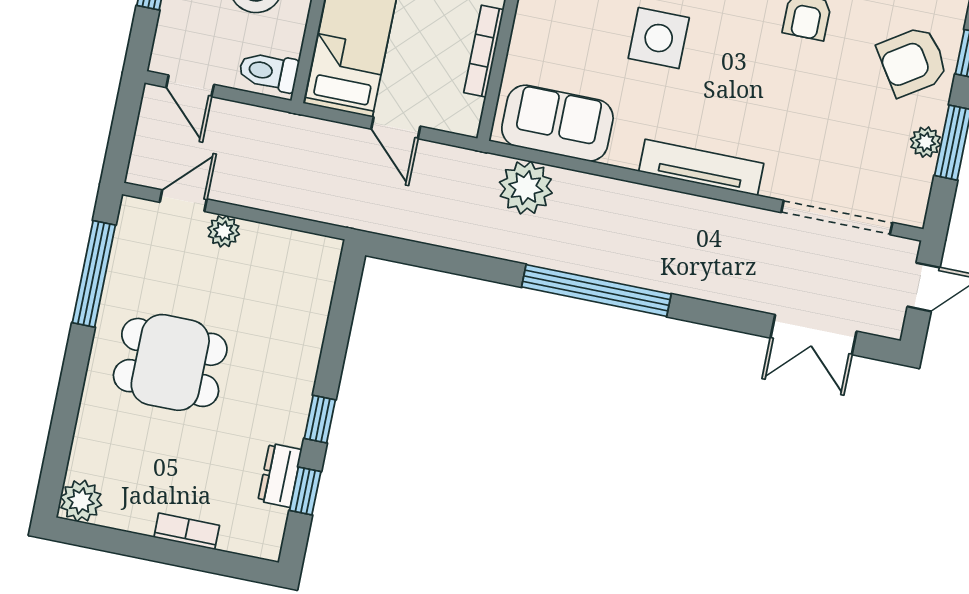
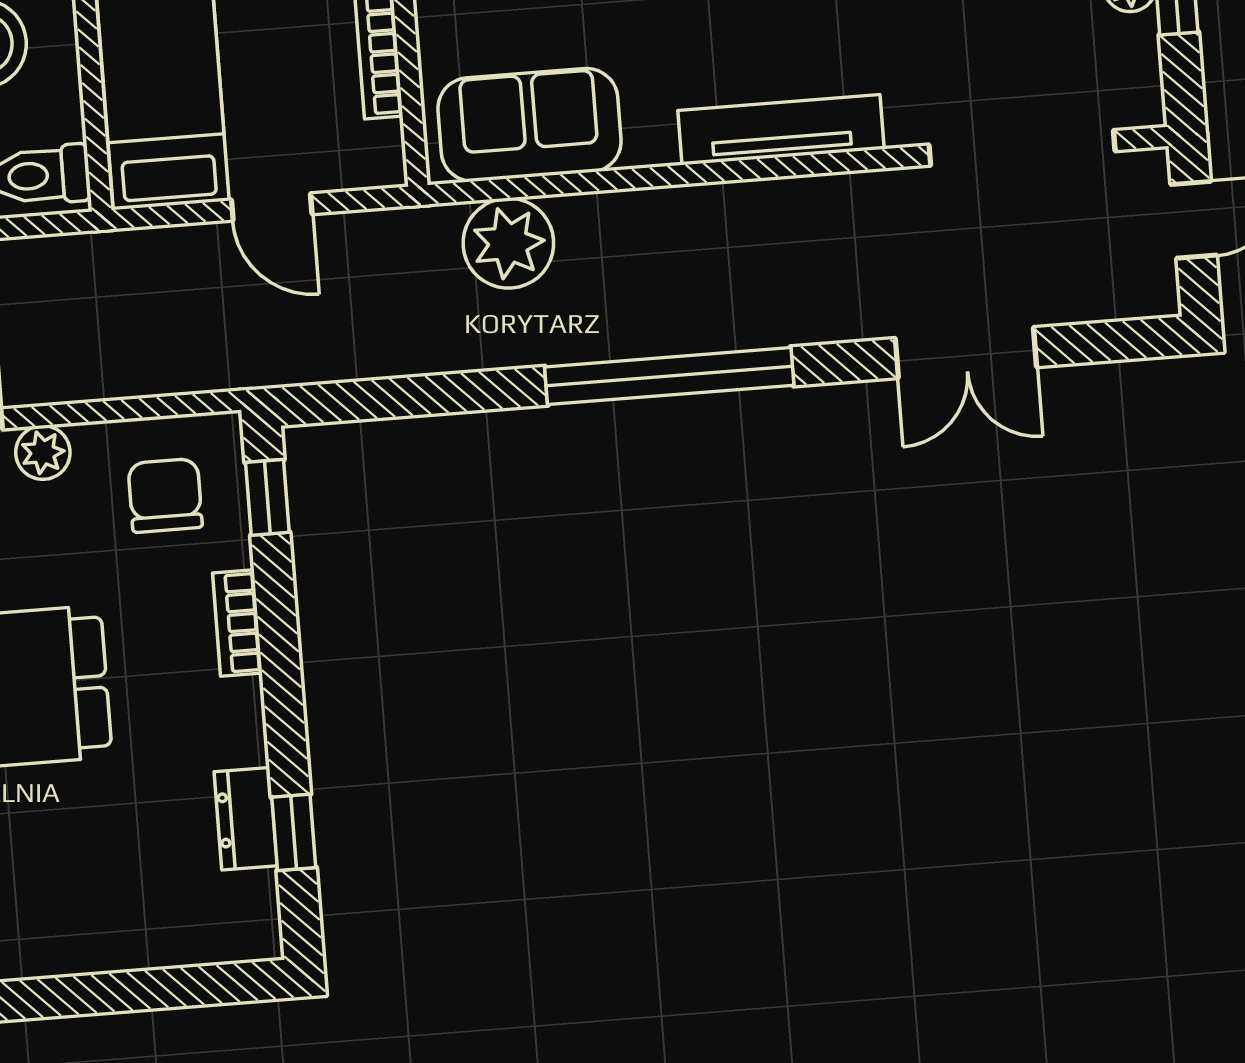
chair: (287, 276) -> (165, 495), added
double door: (814, 335) -> (966, 353), moved
window: (320, 419) -> (267, 497), moved
bookcase: (187, 531) -> (237, 623), moved, turned -90

